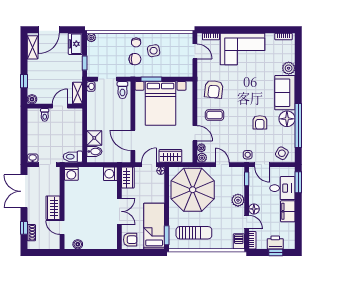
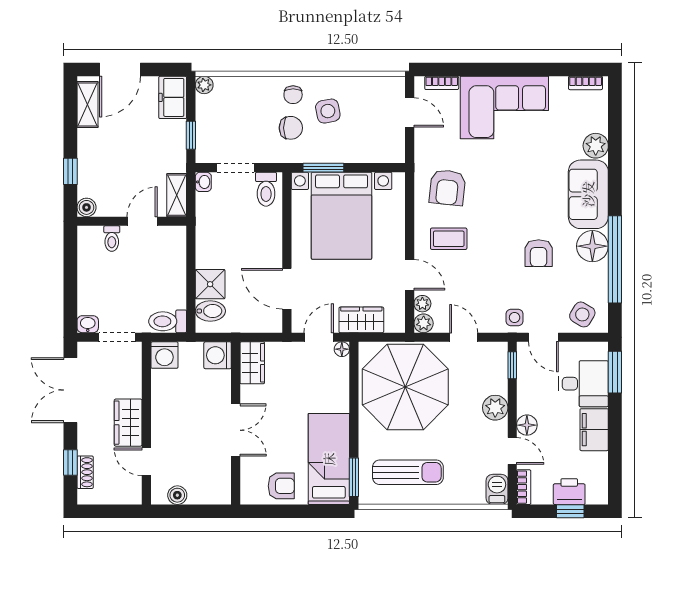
washing machine: (110, 174) -> (218, 355), moved
wardrobe: (128, 178) -> (252, 363), moved
wall: (119, 208) -> (236, 423), moved
double door: (119, 211) -> (236, 430), moved

